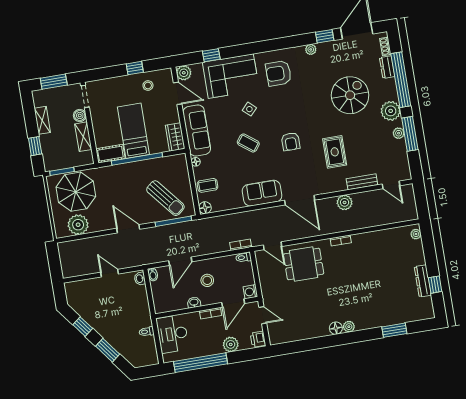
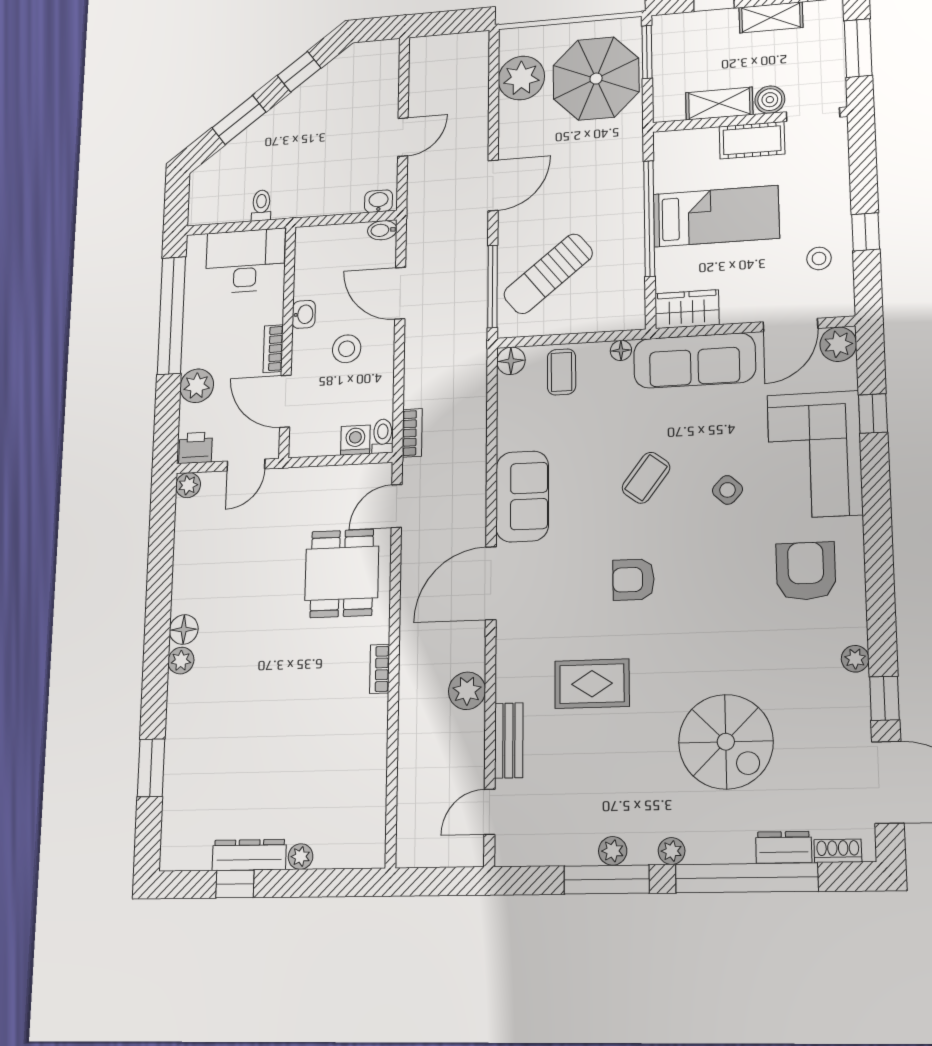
plant: (391, 111) -> (672, 851), width x0.53, depth x0.53
cot: (110, 154) -> (752, 140), moved, turned 90
plant: (416, 234) -> (301, 857), moved
washing machine: (250, 292) -> (355, 440), moved
plant: (274, 339) -> (188, 485), added

